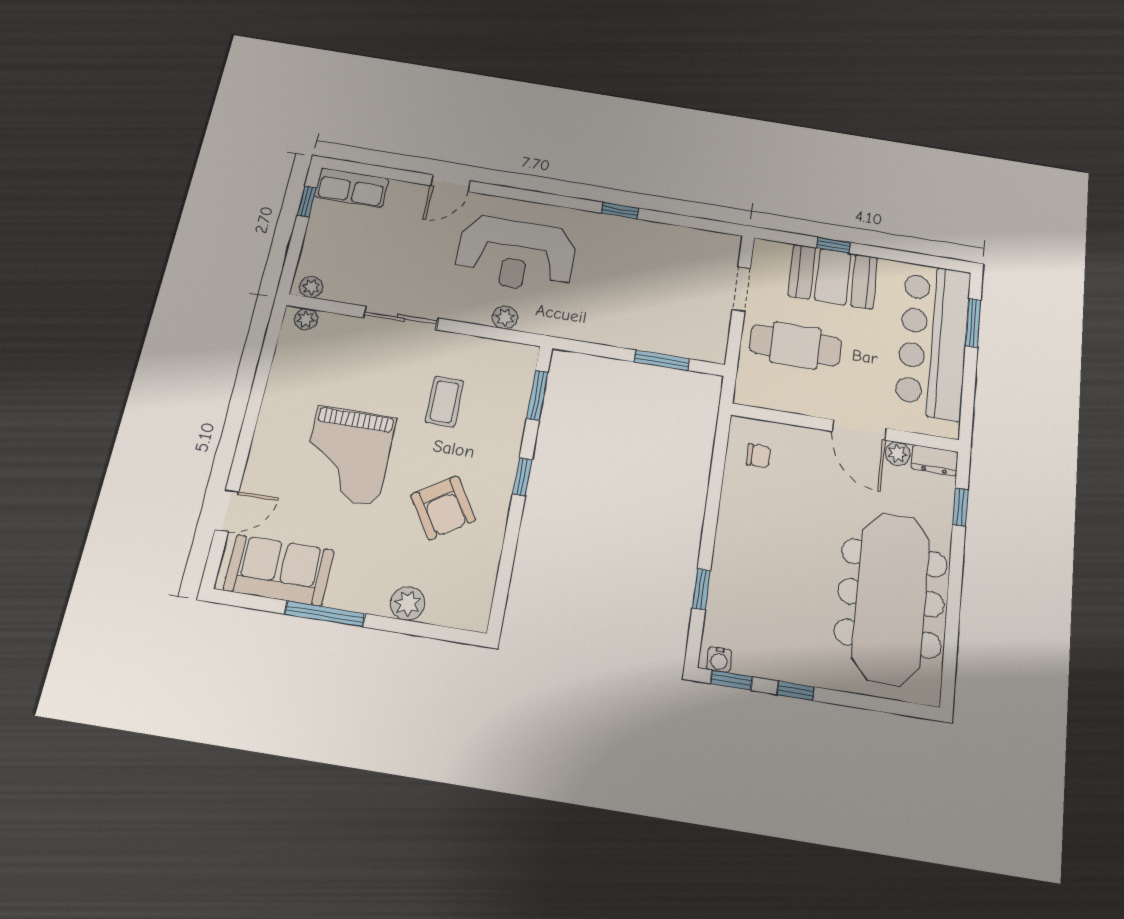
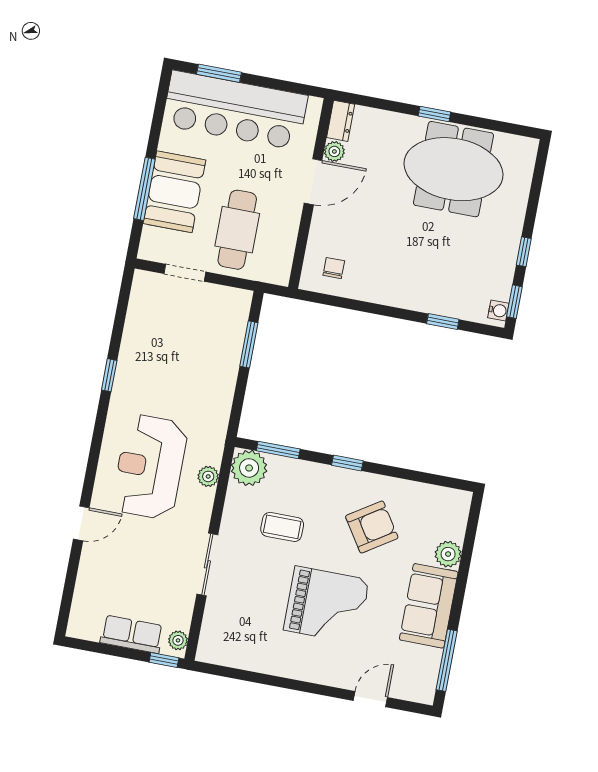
door: (451, 183) -> (81, 523), hinge flipped
row of seats: (352, 188) -> (132, 634), moved, turned -90
window: (307, 202) -> (164, 660), moved
window: (833, 245) -> (144, 189), width x2.17
reception desk: (516, 254) -> (150, 467), turned 180
plant: (306, 319) -> (249, 468), moved, width x1.88, depth x1.88
window: (960, 507) -> (434, 114), moved
door: (227, 511) -> (370, 699), hinge flipped
sofa: (279, 570) -> (429, 606), moved
meeting table: (891, 598) -> (453, 169), width x0.73
window: (325, 614) -> (447, 660), moved

